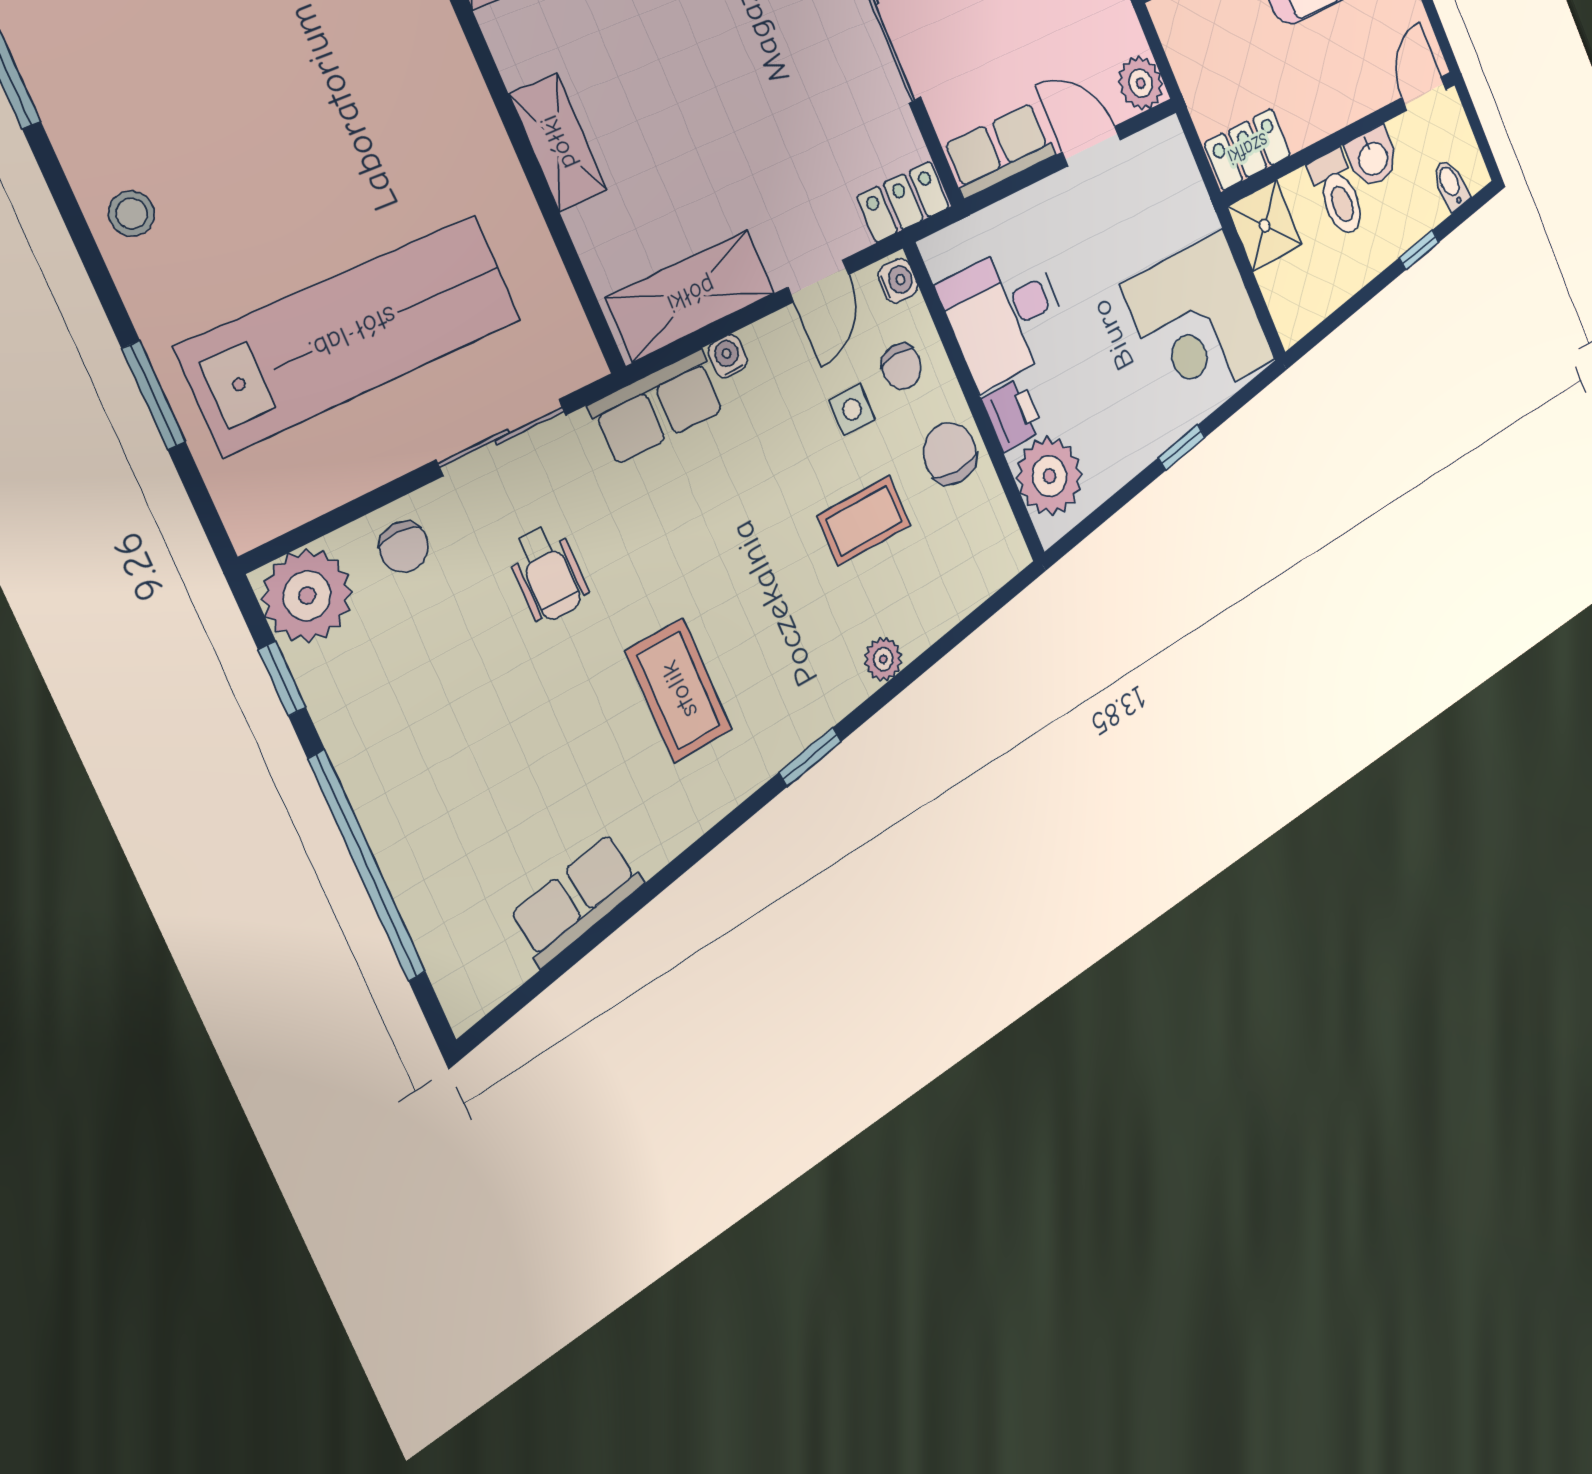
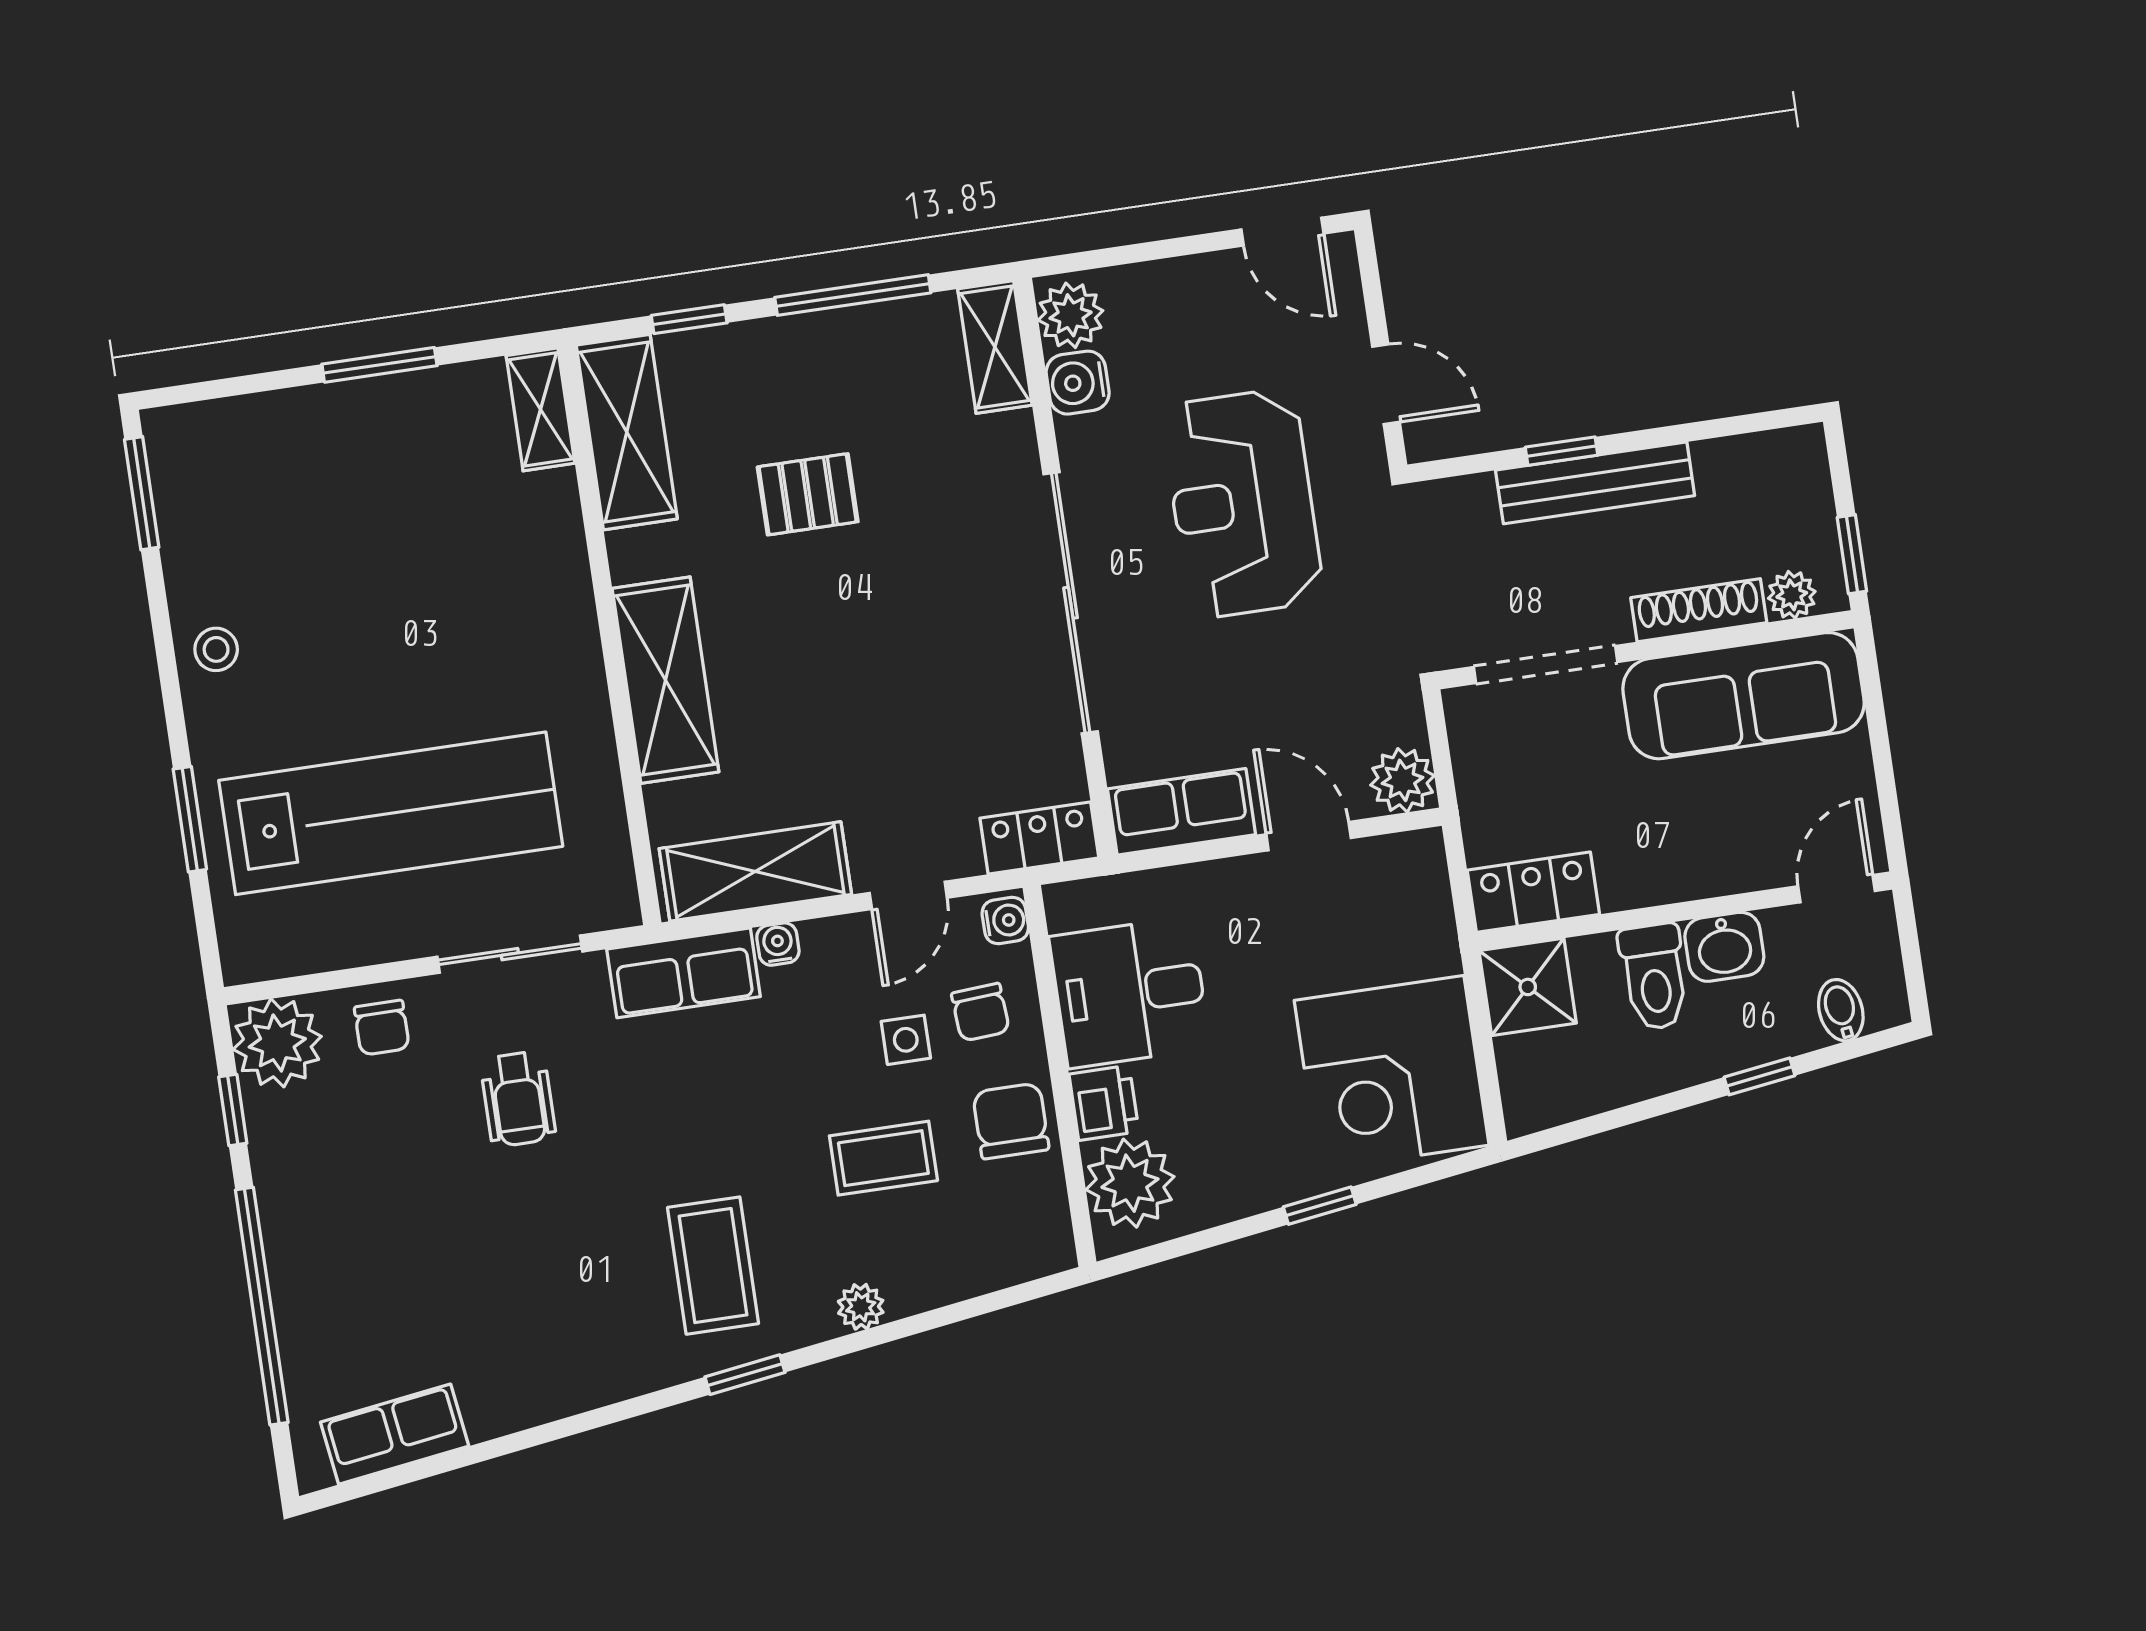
shelving: (558, 142) -> (665, 680), width x1.50, depth x1.33
coffee table: (679, 690) -> (713, 1266), moved
row of seats: (577, 900) -> (395, 1434), moved

